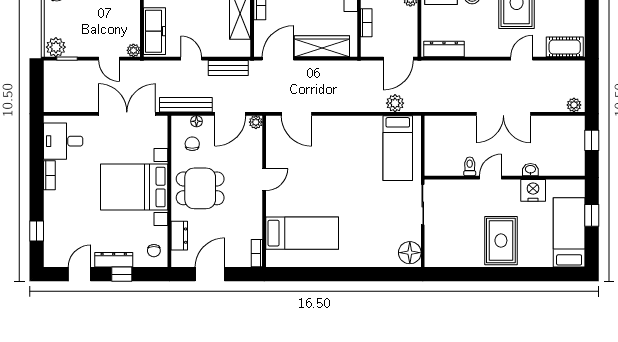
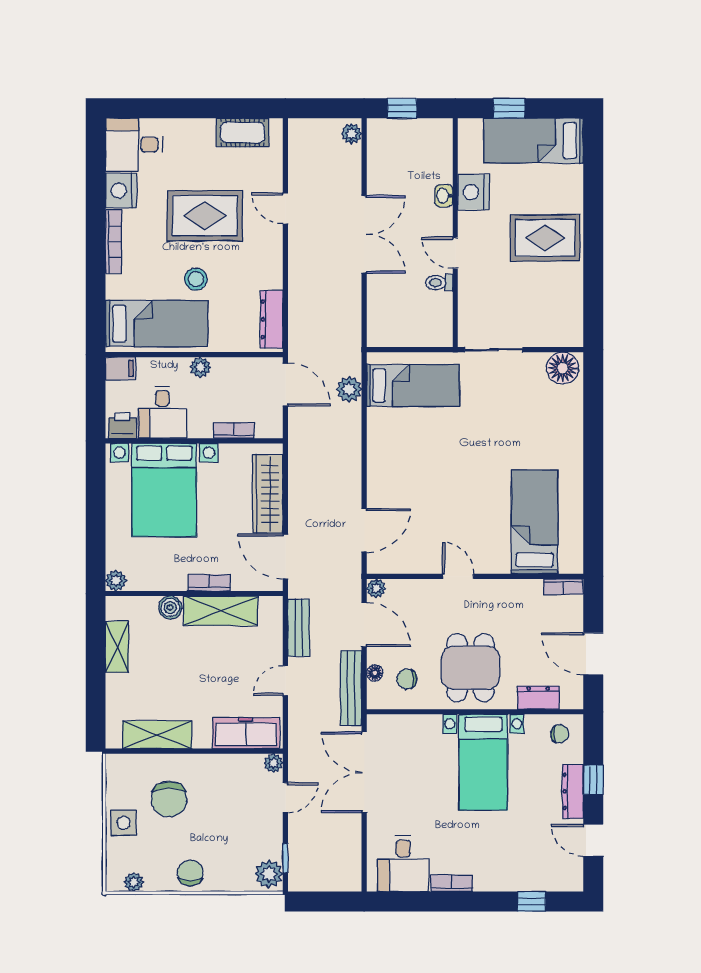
cot: (565, 47) -> (243, 132), moved, turned 90
bed with nightstands: (134, 187) -> (483, 762), width x0.73

